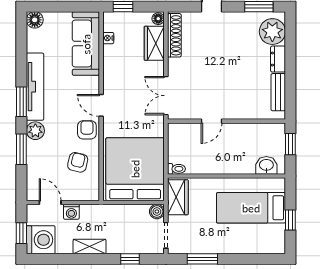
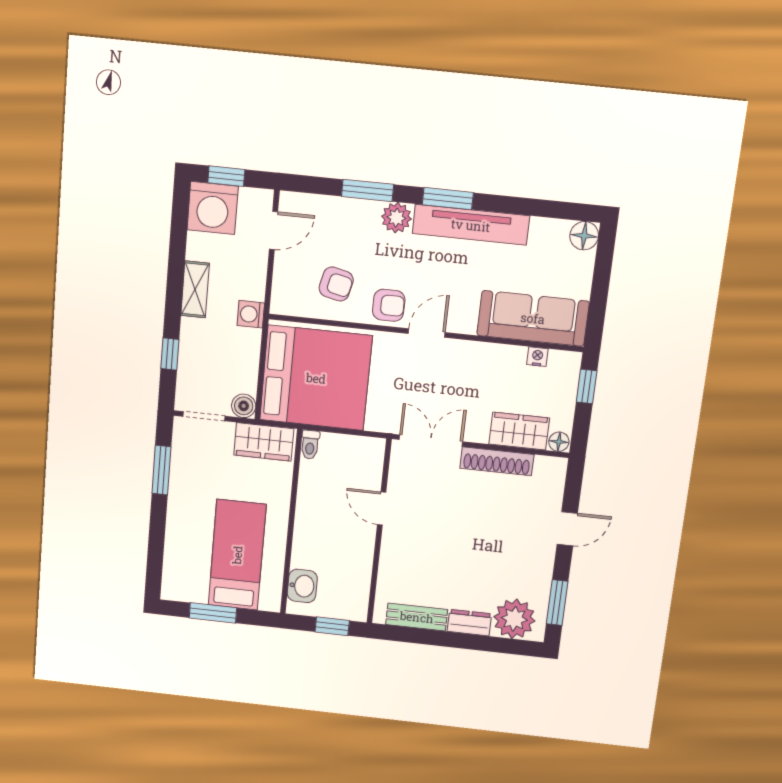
shoe rack: (174, 35) -> (497, 461), moved
washing machine: (71, 212) -> (251, 314), moved
window: (290, 220) -> (213, 613), width x1.50

